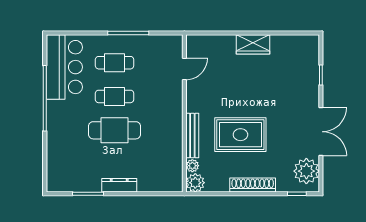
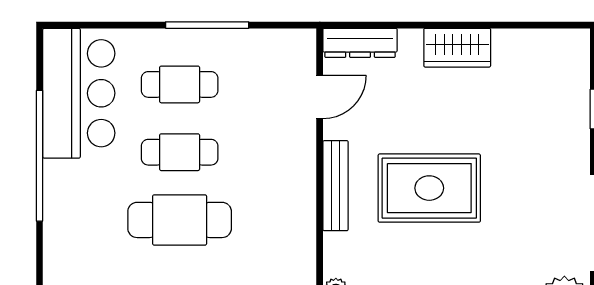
dresser: (204, 42) -> (360, 43), added
rug: (240, 135) -> (429, 188), moved
bench: (192, 136) -> (336, 186), moved

